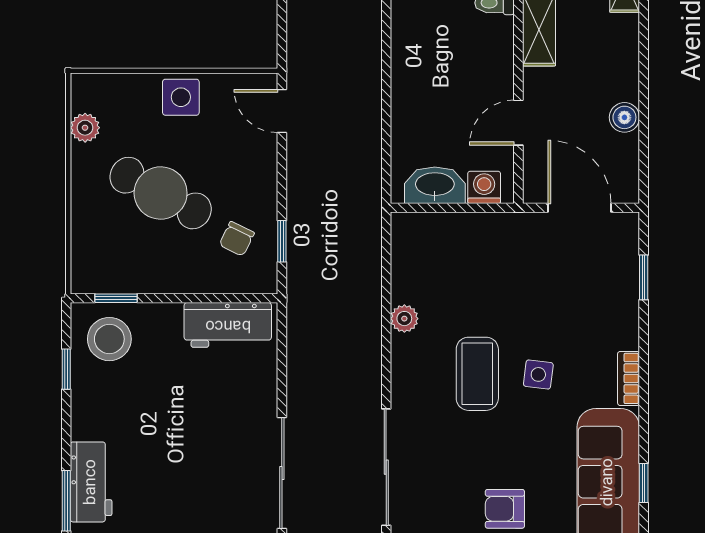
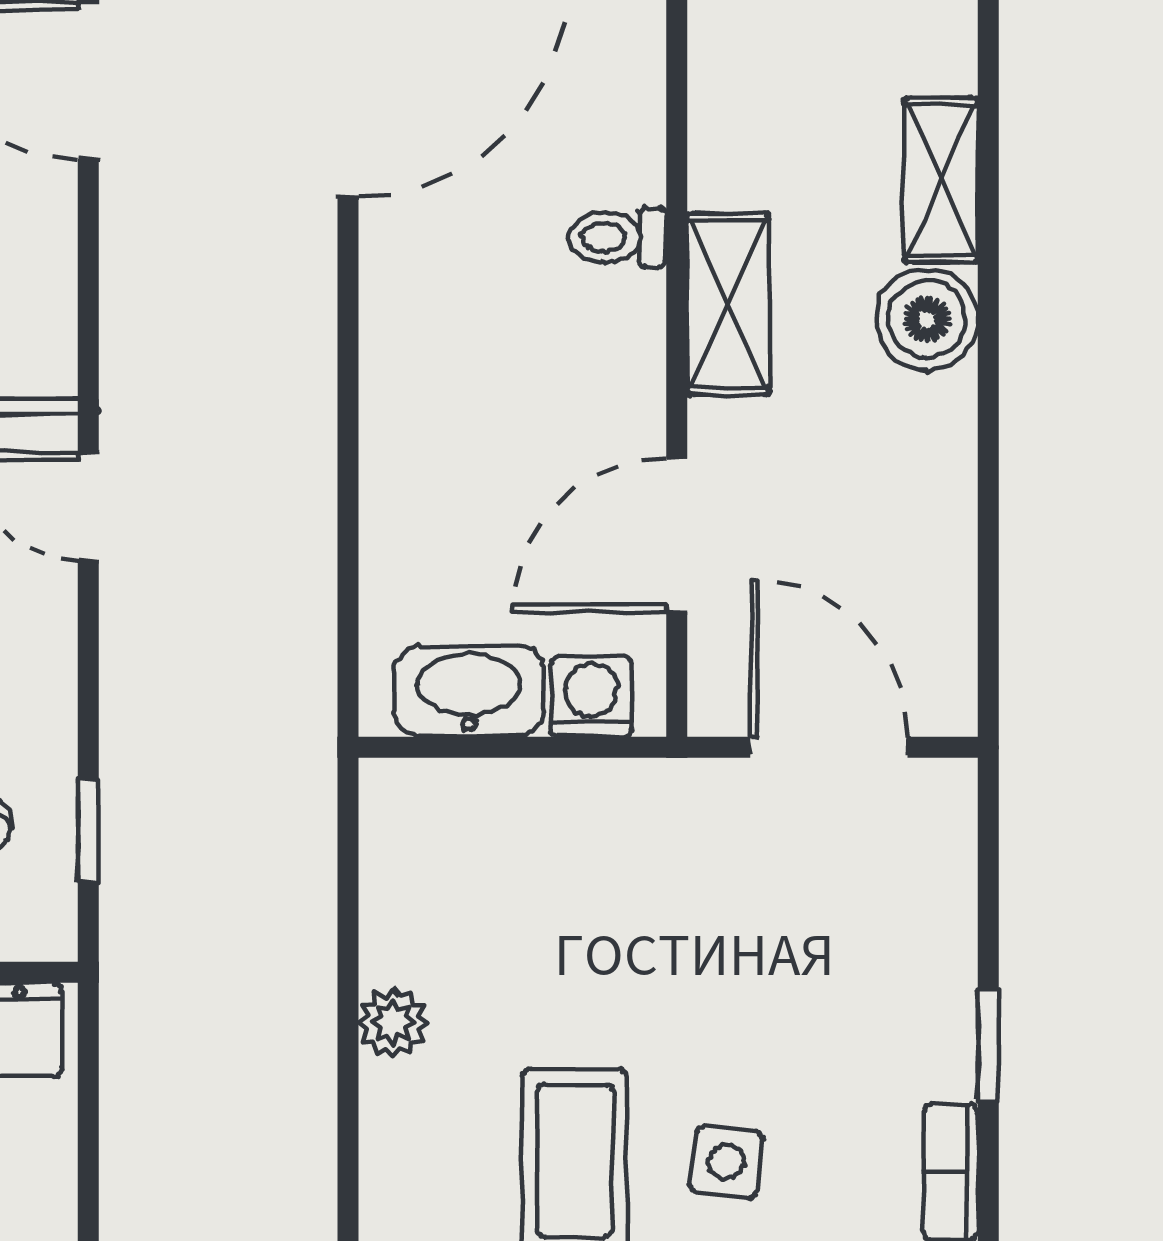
boiler: (624, 117) -> (927, 319), moved, width x1.36, depth x1.36
door: (518, 123) -> (677, 535), width x1.38
window: (644, 277) -> (988, 1045), moved

